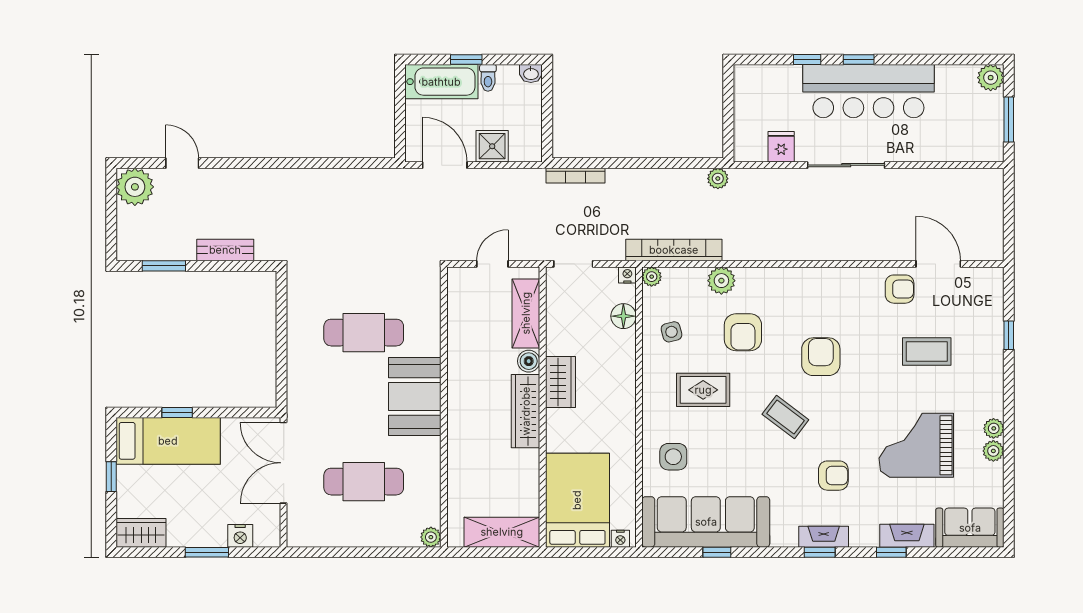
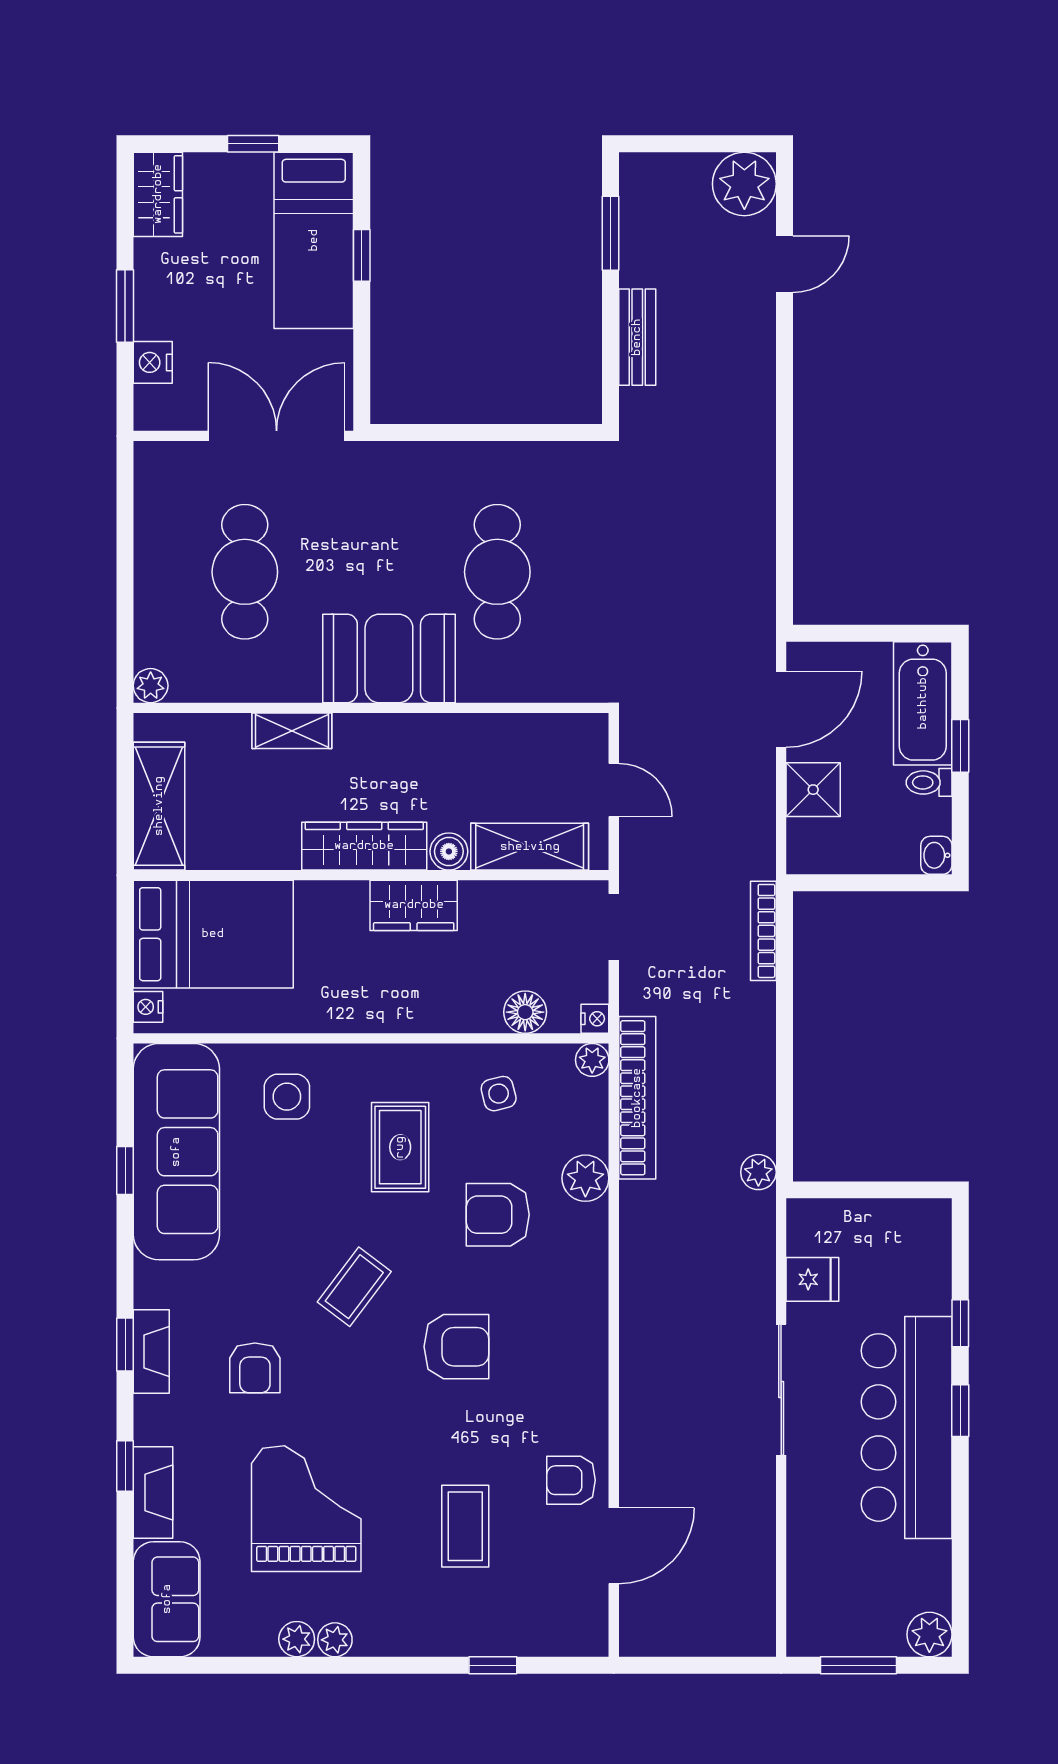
armchair: (900, 289) -> (571, 1480), turned 90
shelving: (457, 454) -> (292, 731), added

